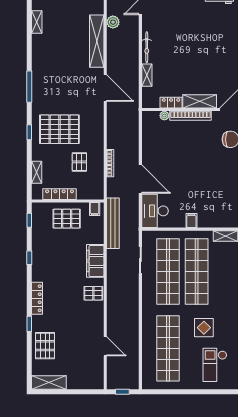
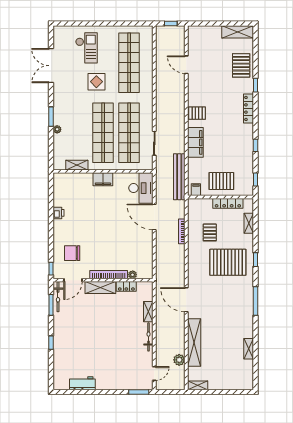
shelving: (37, 22) -> (249, 349), moved
filing cabinet: (191, 221) -> (103, 179), width x2.00

